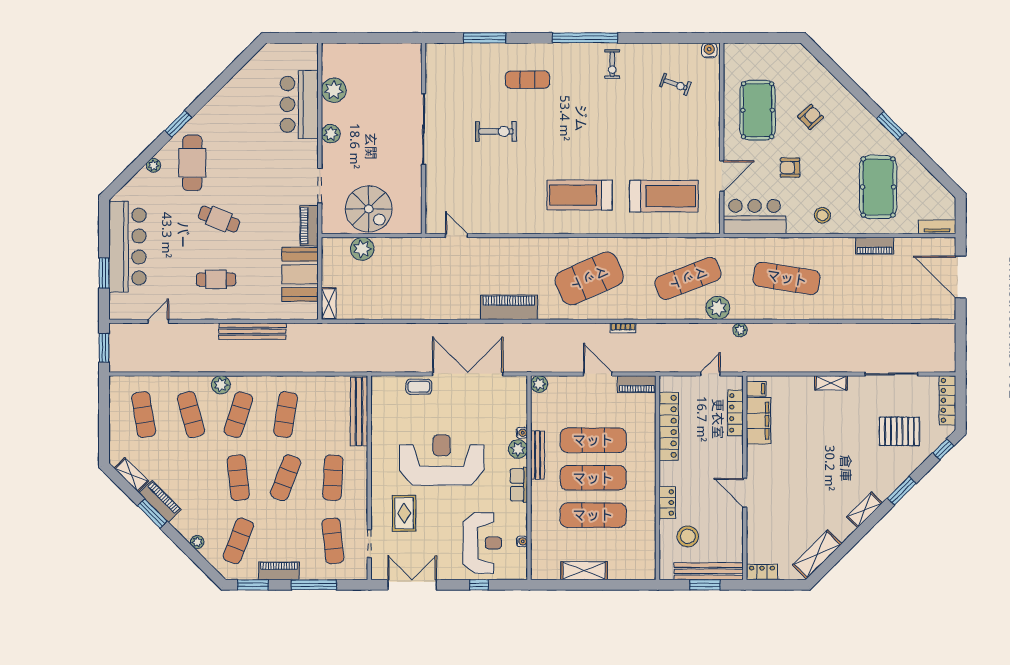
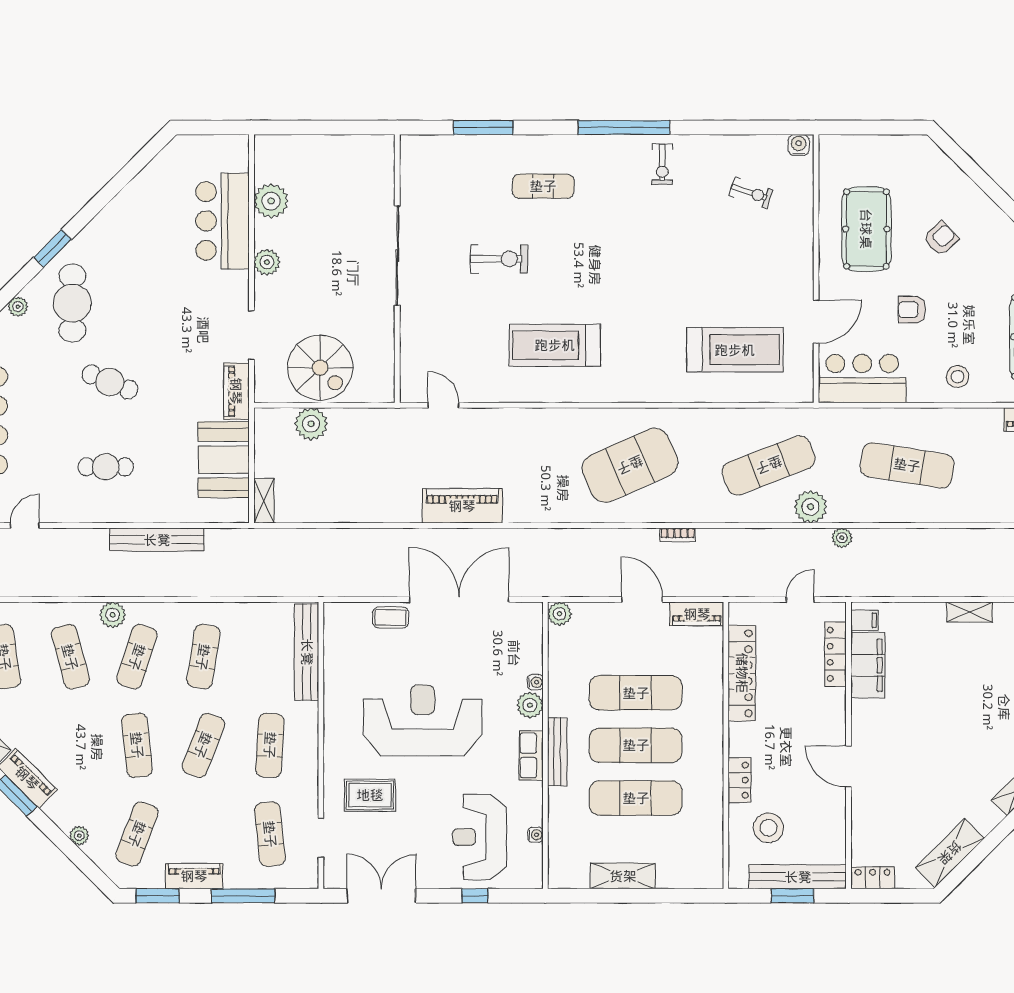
treadmill: (580, 195) -> (555, 345), moved
piano: (509, 307) -> (462, 506), moved
bench: (537, 455) -> (557, 752), moved
rug: (404, 513) -> (370, 795), turned 90
reception desk: (482, 543) -> (480, 837), turned 180

